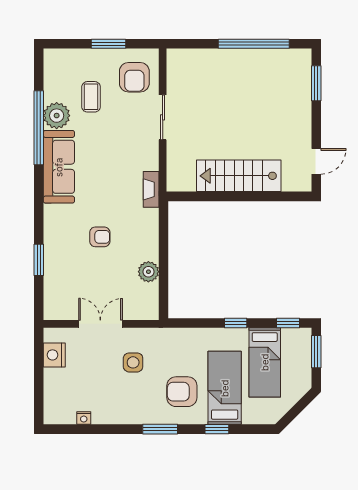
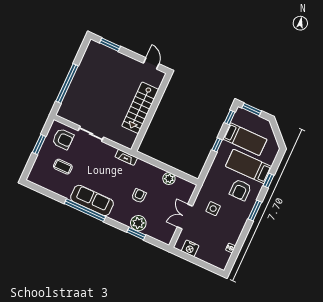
window: (254, 44) -> (67, 84), moved
plant: (57, 116) -> (138, 223), moved
window: (39, 128) -> (85, 210), moved

